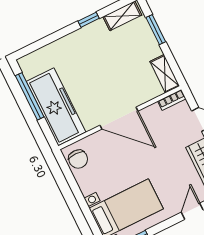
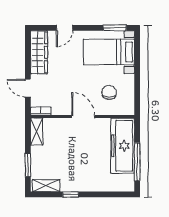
door: (119, 118) -> (83, 117), width x0.73
chair: (78, 159) -> (109, 92), moved

